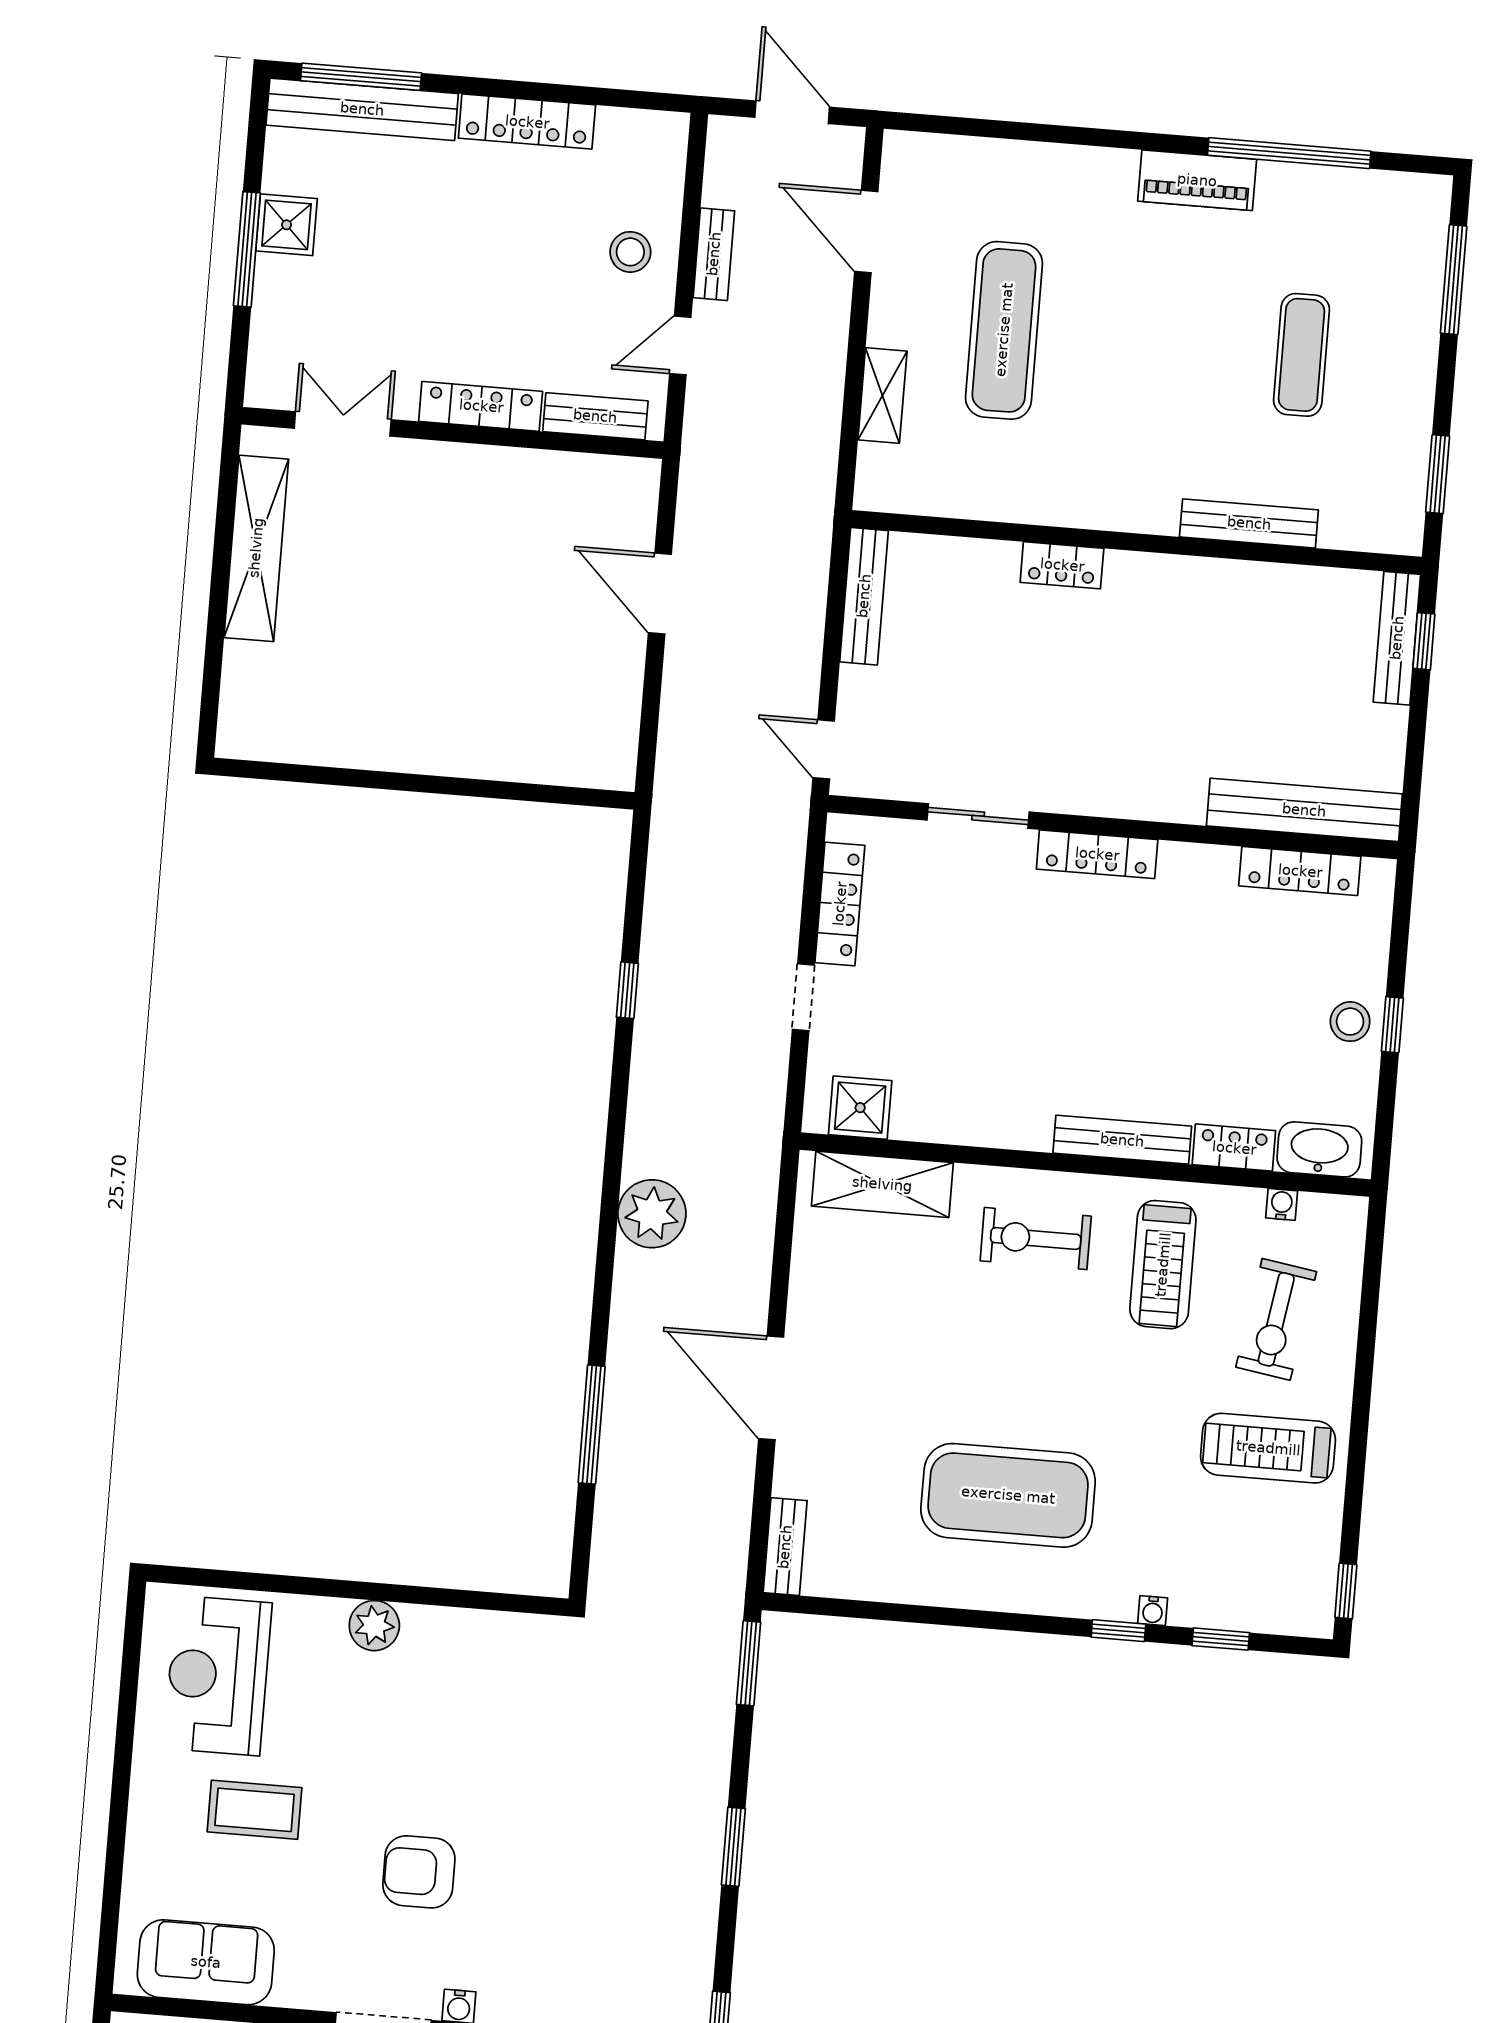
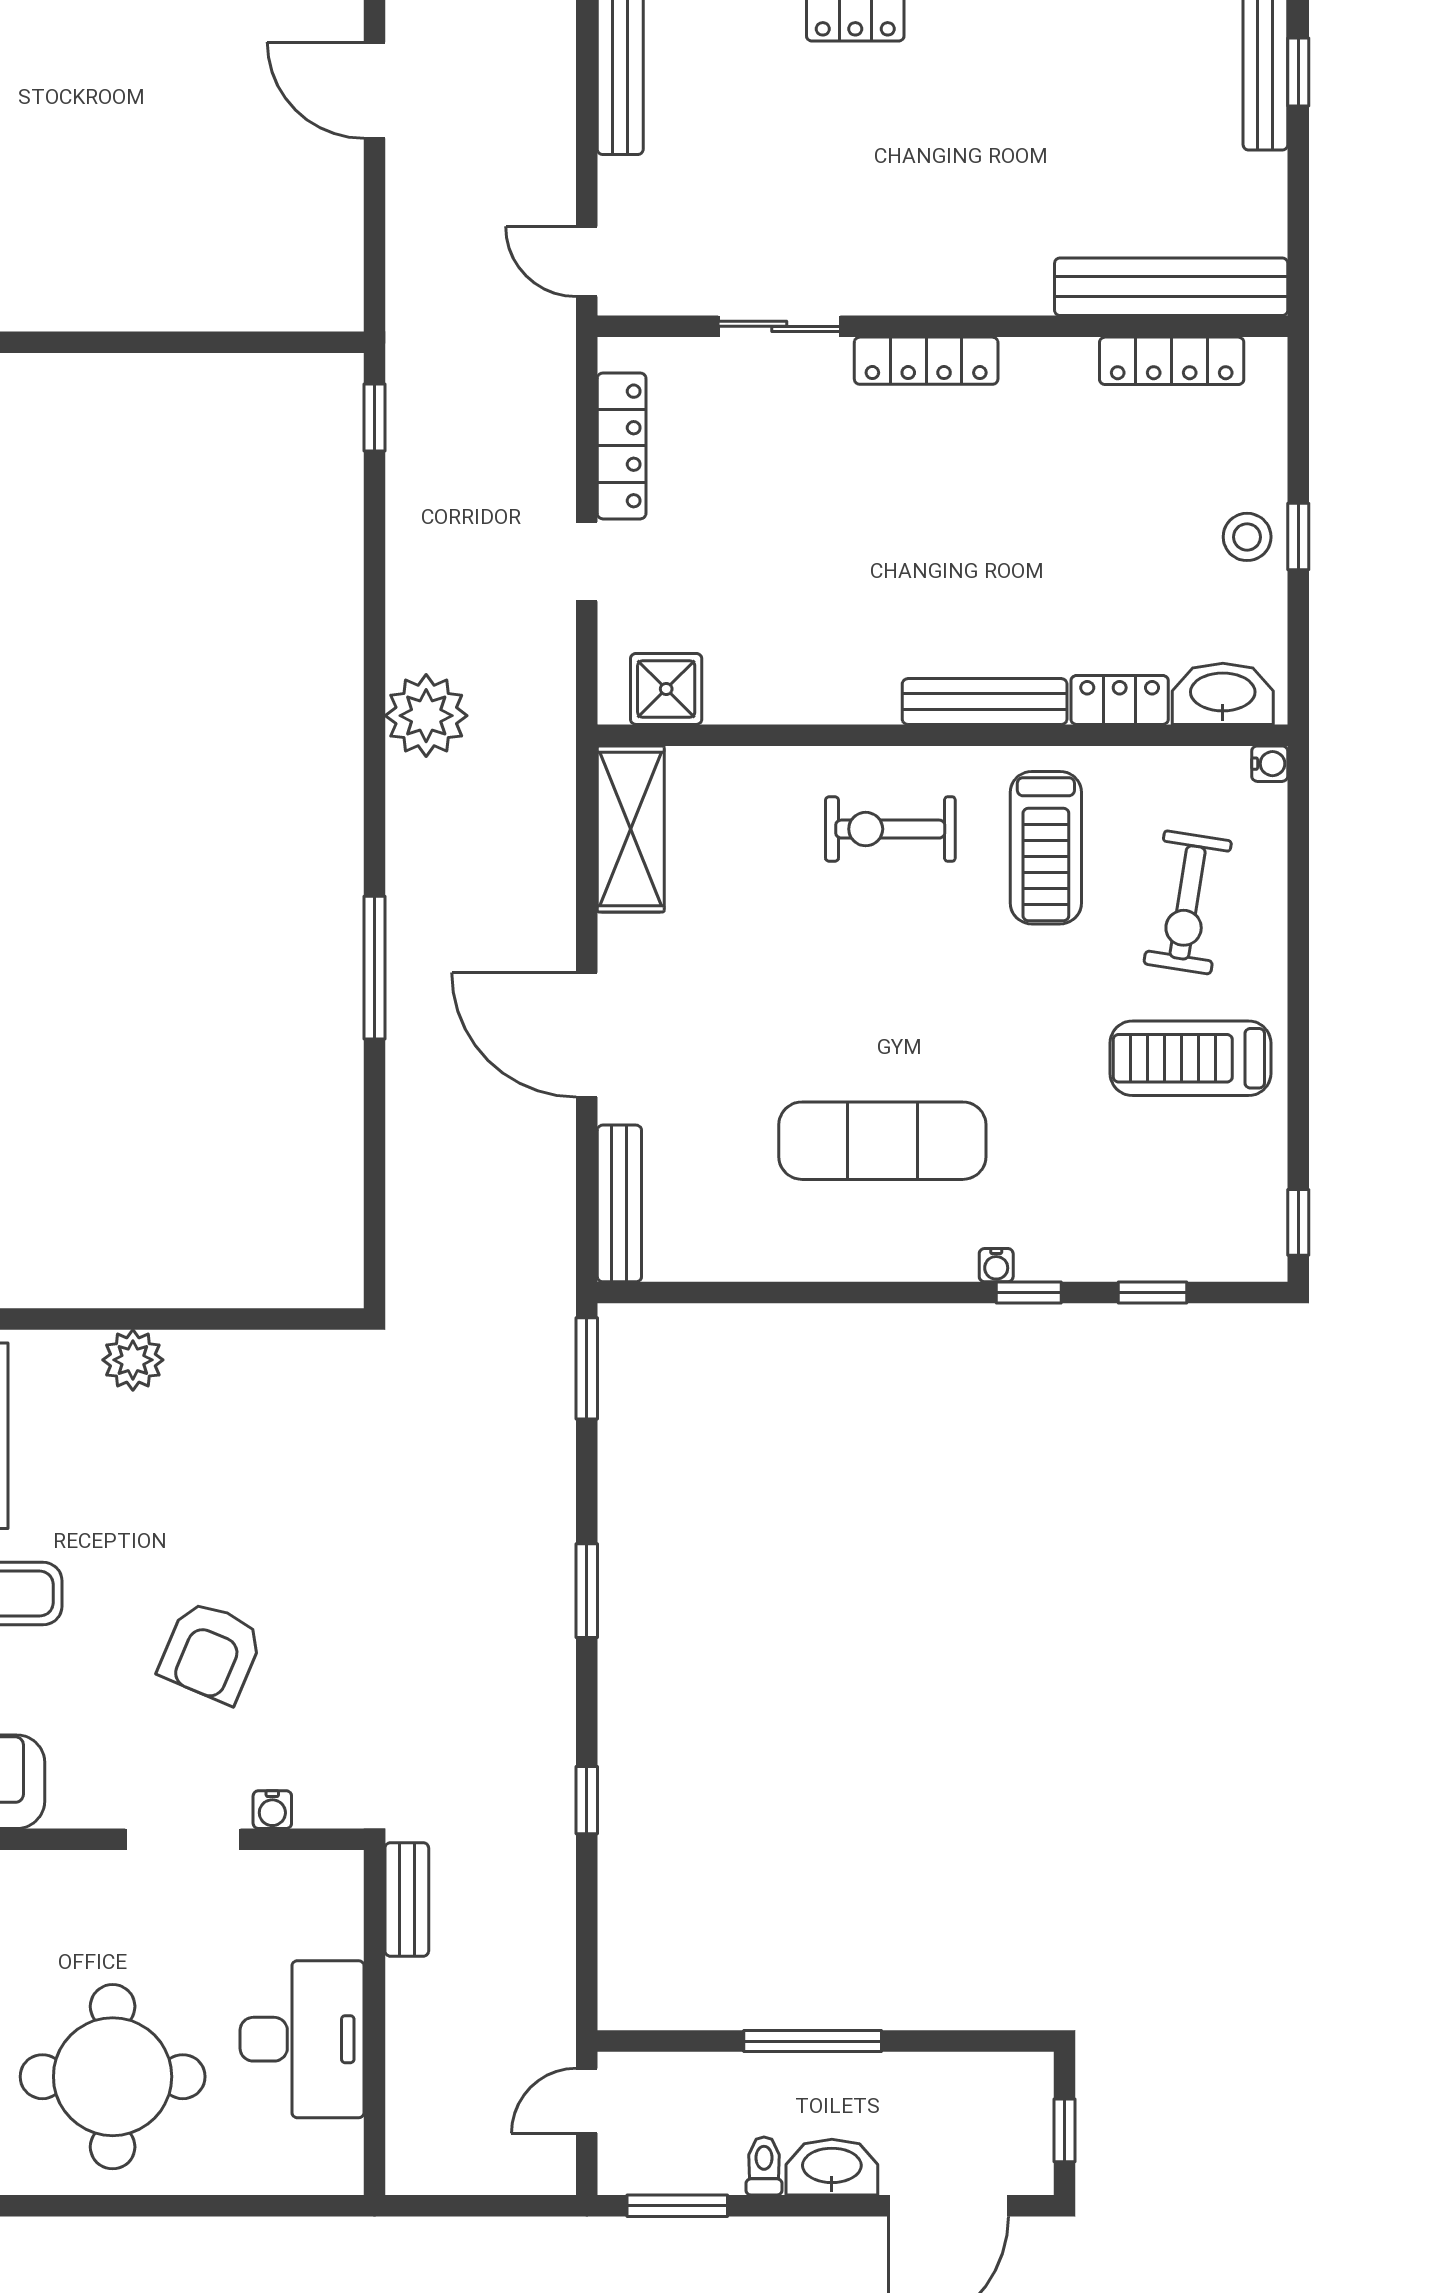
window: (627, 990) -> (374, 418), moved
shelving: (882, 1184) -> (631, 829), moved, turned 90
water cooler: (1282, 1204) -> (1270, 764), moved, turned 90
plant: (652, 1214) -> (426, 716), moved
window: (592, 1425) -> (374, 968), moved
exercise mat: (1008, 1495) -> (882, 1141), width x0.68
bench: (785, 1547) -> (619, 1203), width x1.36
water cooler: (1153, 1611) -> (996, 1265), moved
armchair: (419, 1872) -> (211, 1652), turned -67

